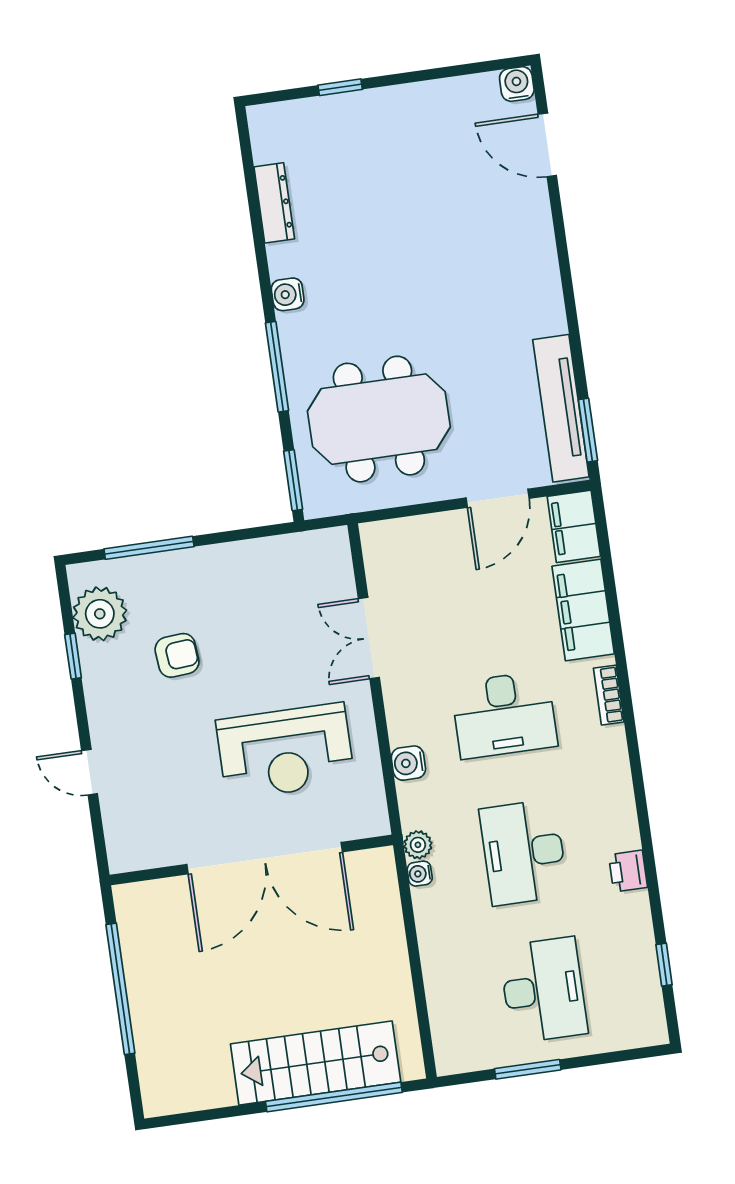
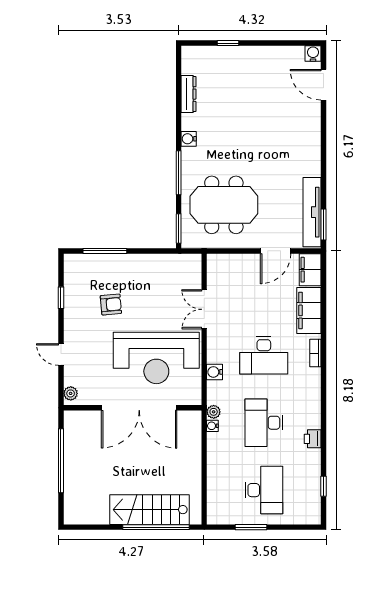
plant: (100, 614) -> (71, 393), moved, width x0.53, depth x0.53
reception desk: (285, 751) -> (156, 358), width x1.36, depth x1.30

